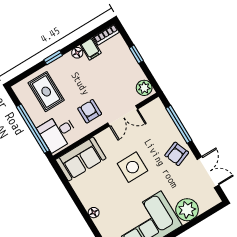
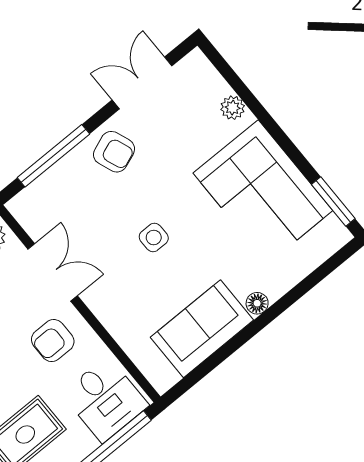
sofa: (81, 159) -> (202, 329), moved, turned -90
side table: (132, 167) -> (154, 238), width x0.54, depth x0.54
plant: (187, 210) -> (233, 108), width x0.53, depth x0.53

